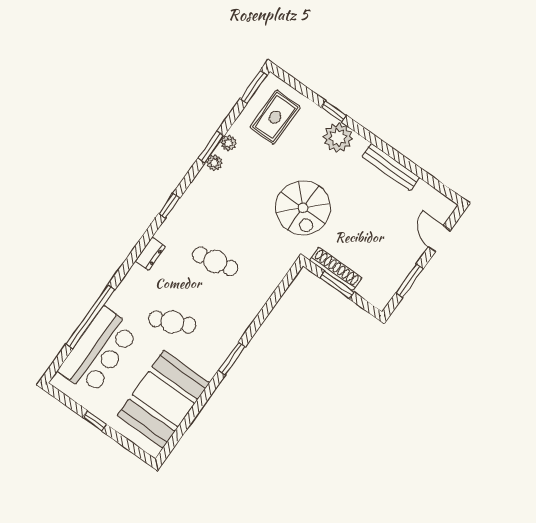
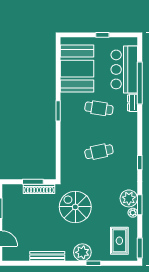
plant: (214, 163) -> (129, 198), width x1.88, depth x1.88
dresser: (150, 254) -> (132, 103), moved
cafe table: (172, 322) -> (99, 108), turned 33

